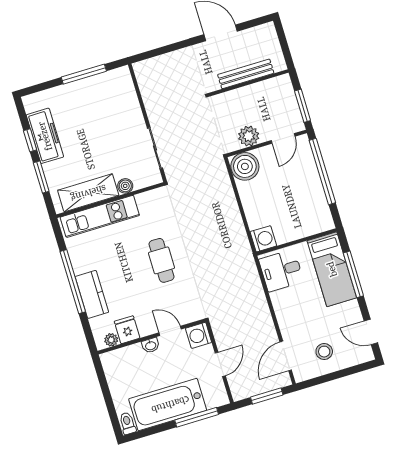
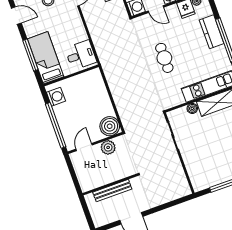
window: (303, 106) -> (72, 170), removed
washing machine: (263, 239) -> (56, 97), moved, turned 180

